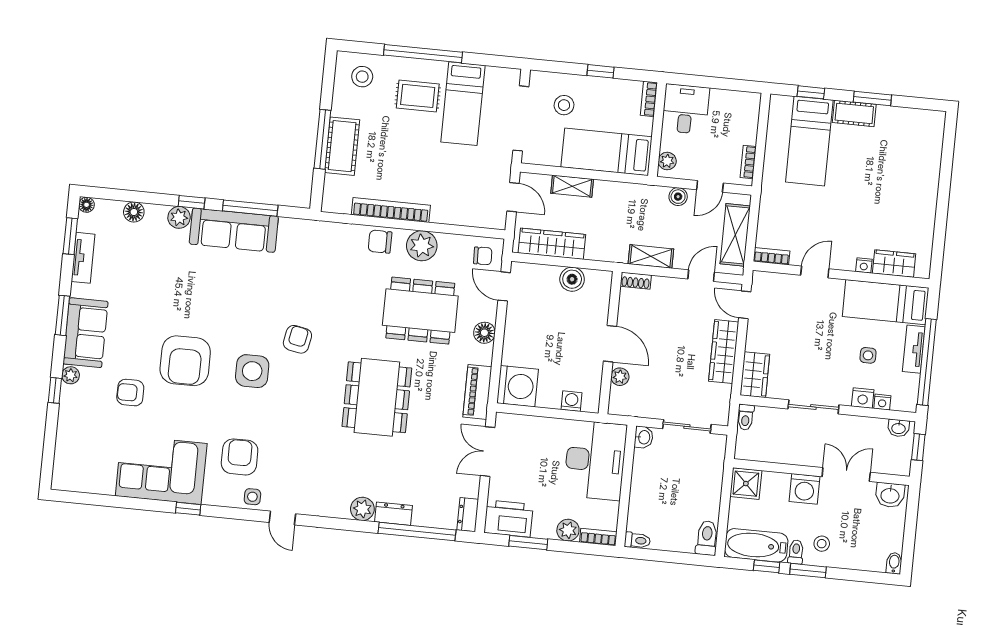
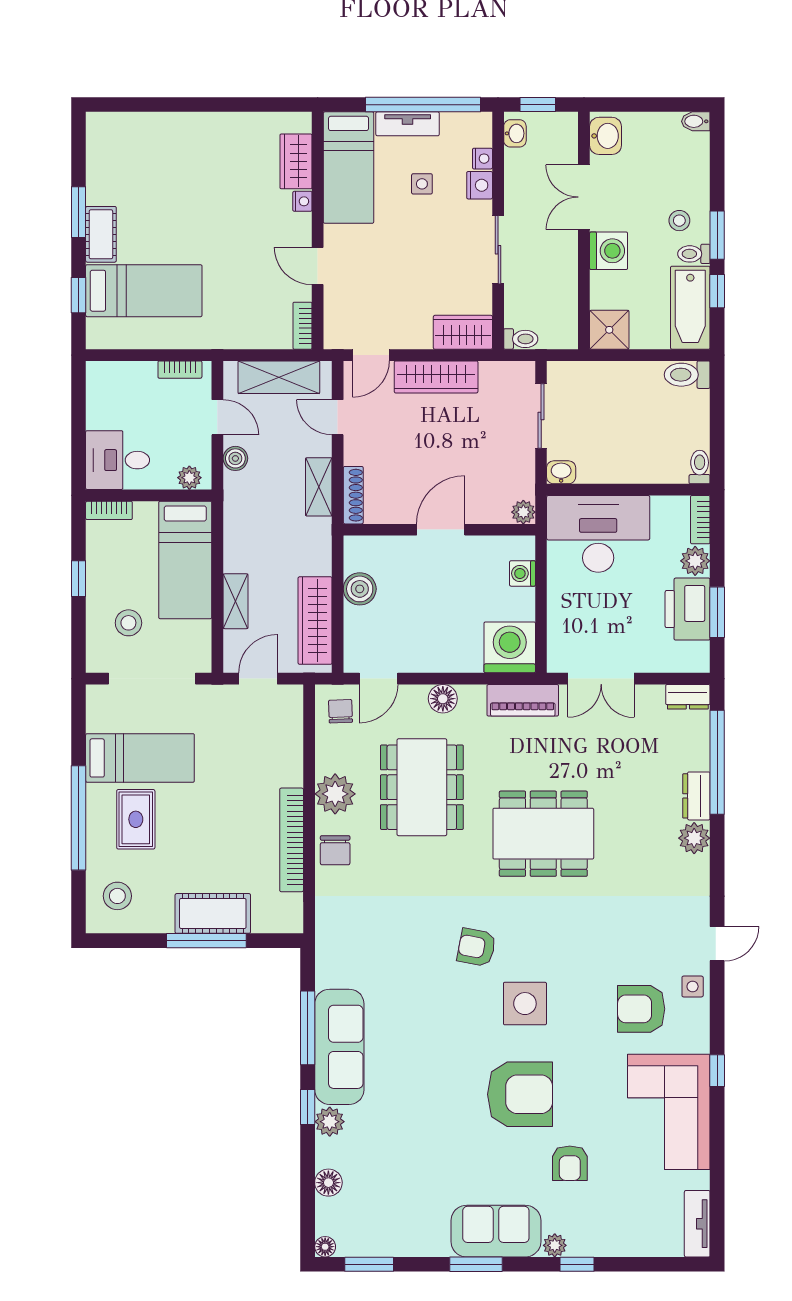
tv unit: (83, 258) -> (697, 1224), moved, turned -90
shoe rack: (636, 281) -> (353, 495), width x1.43
plant: (620, 377) -> (523, 512), moved
printer: (509, 519) -> (688, 609), moved

